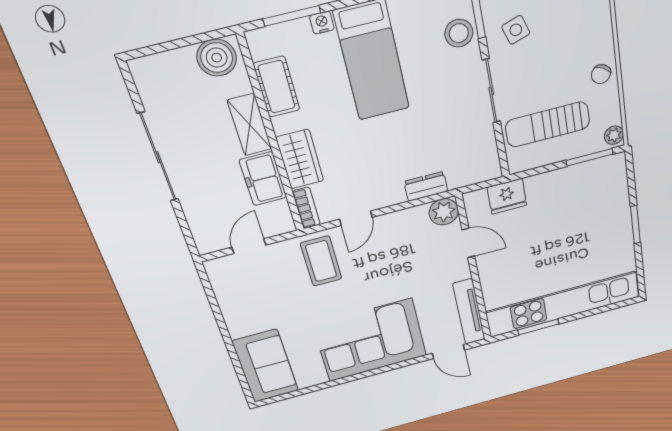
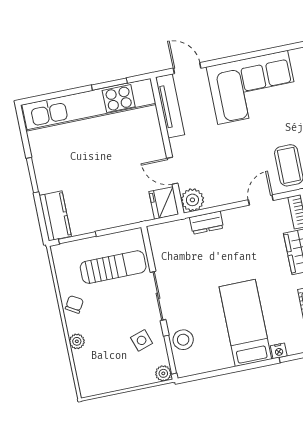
plant: (614, 135) -> (77, 341), moved
kitchen counter: (614, 181) -> (55, 216), added
fridge: (507, 196) -> (164, 203), moved, turned -90

